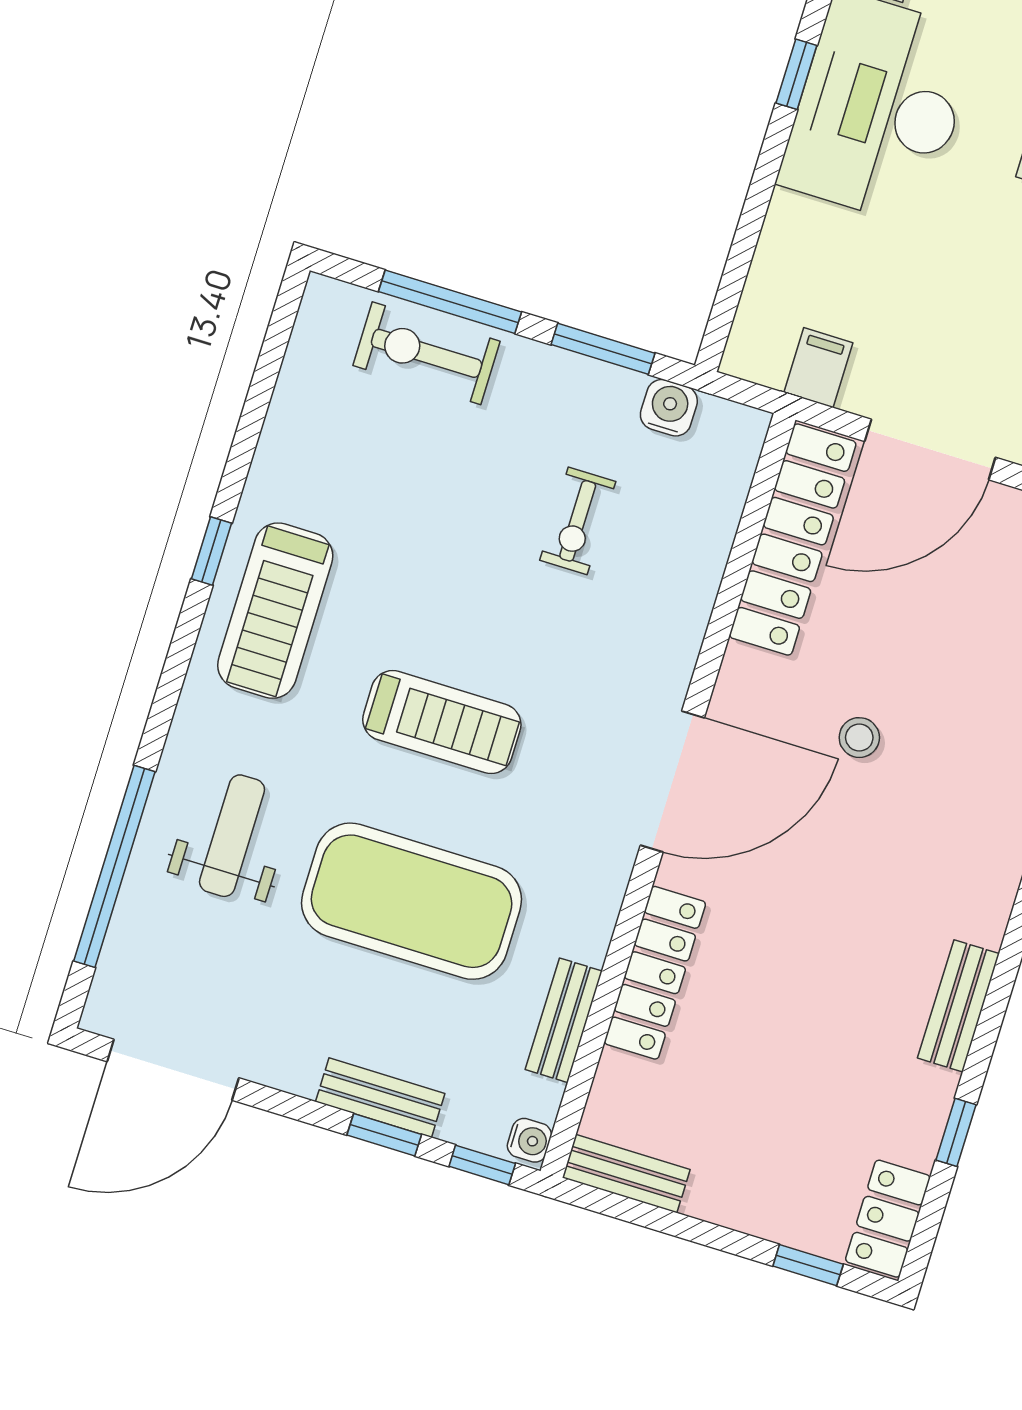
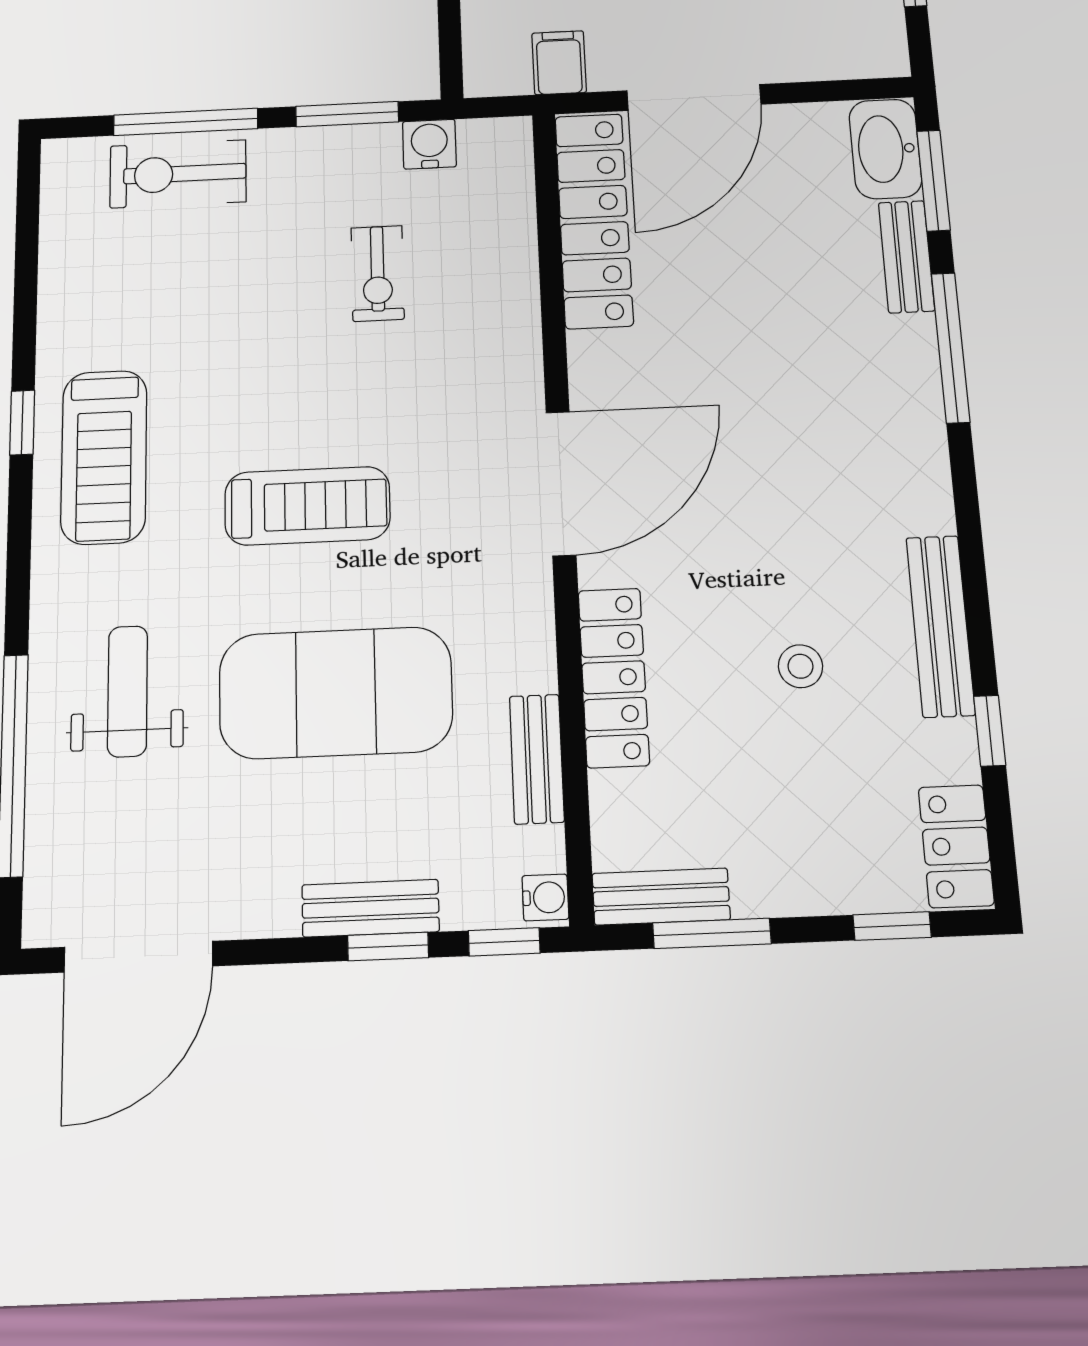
stool: (859, 738) -> (800, 666), moved
bench: (958, 1006) -> (940, 626), width x1.36
window: (657, 1219) -> (712, 933), added

